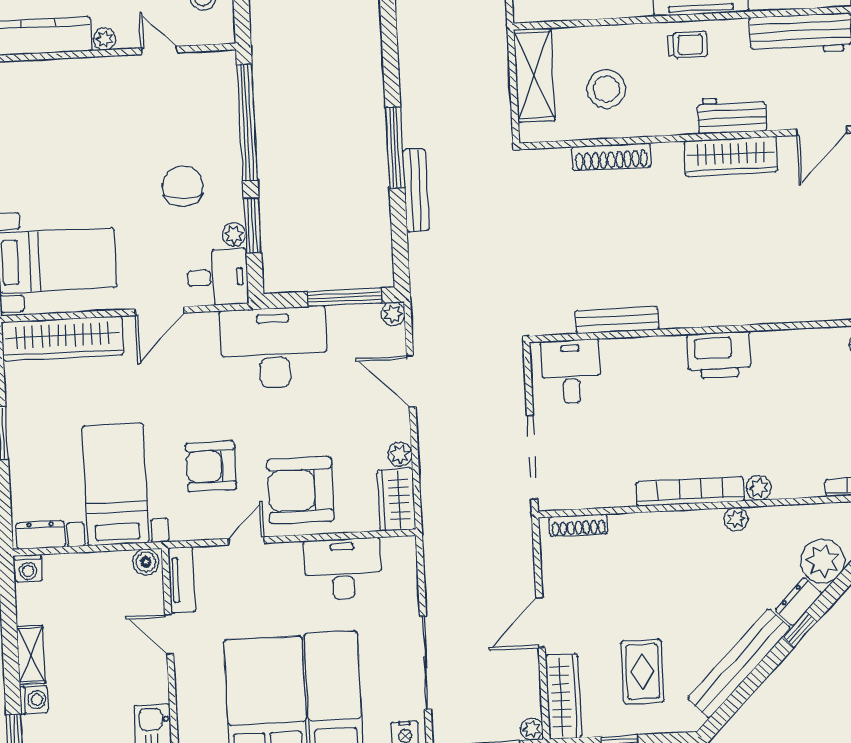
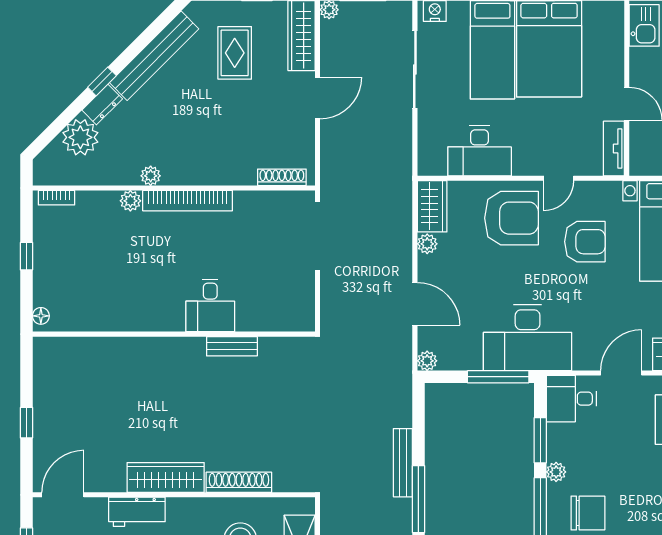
wardrobe: (731, 156) -> (166, 477), moved
chair: (183, 186) -> (588, 513), moved, turned -90
plant: (234, 235) -> (556, 472), moved
window: (345, 297) -> (498, 377), moved
bench: (617, 320) -> (232, 346), width x0.73
printer: (719, 355) -> (158, 313), removed
desk: (571, 372) -> (210, 305), moved
boiler: (146, 562) -> (643, 165), removed

